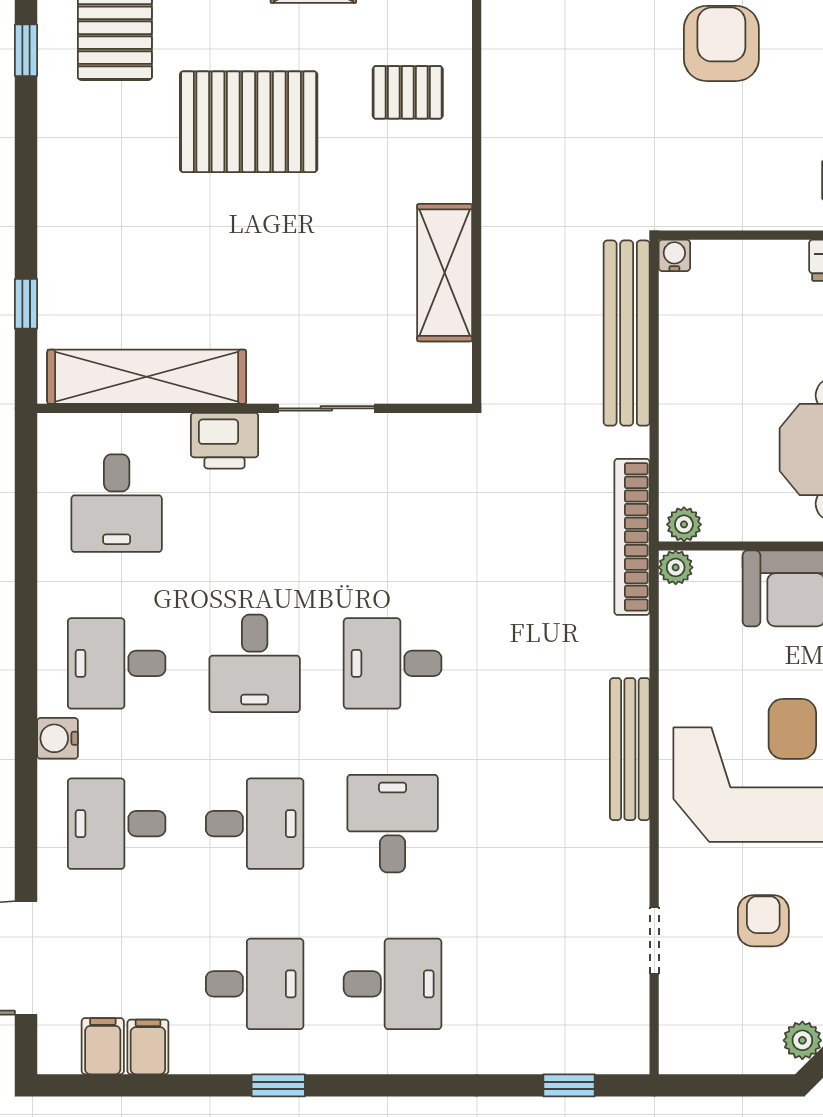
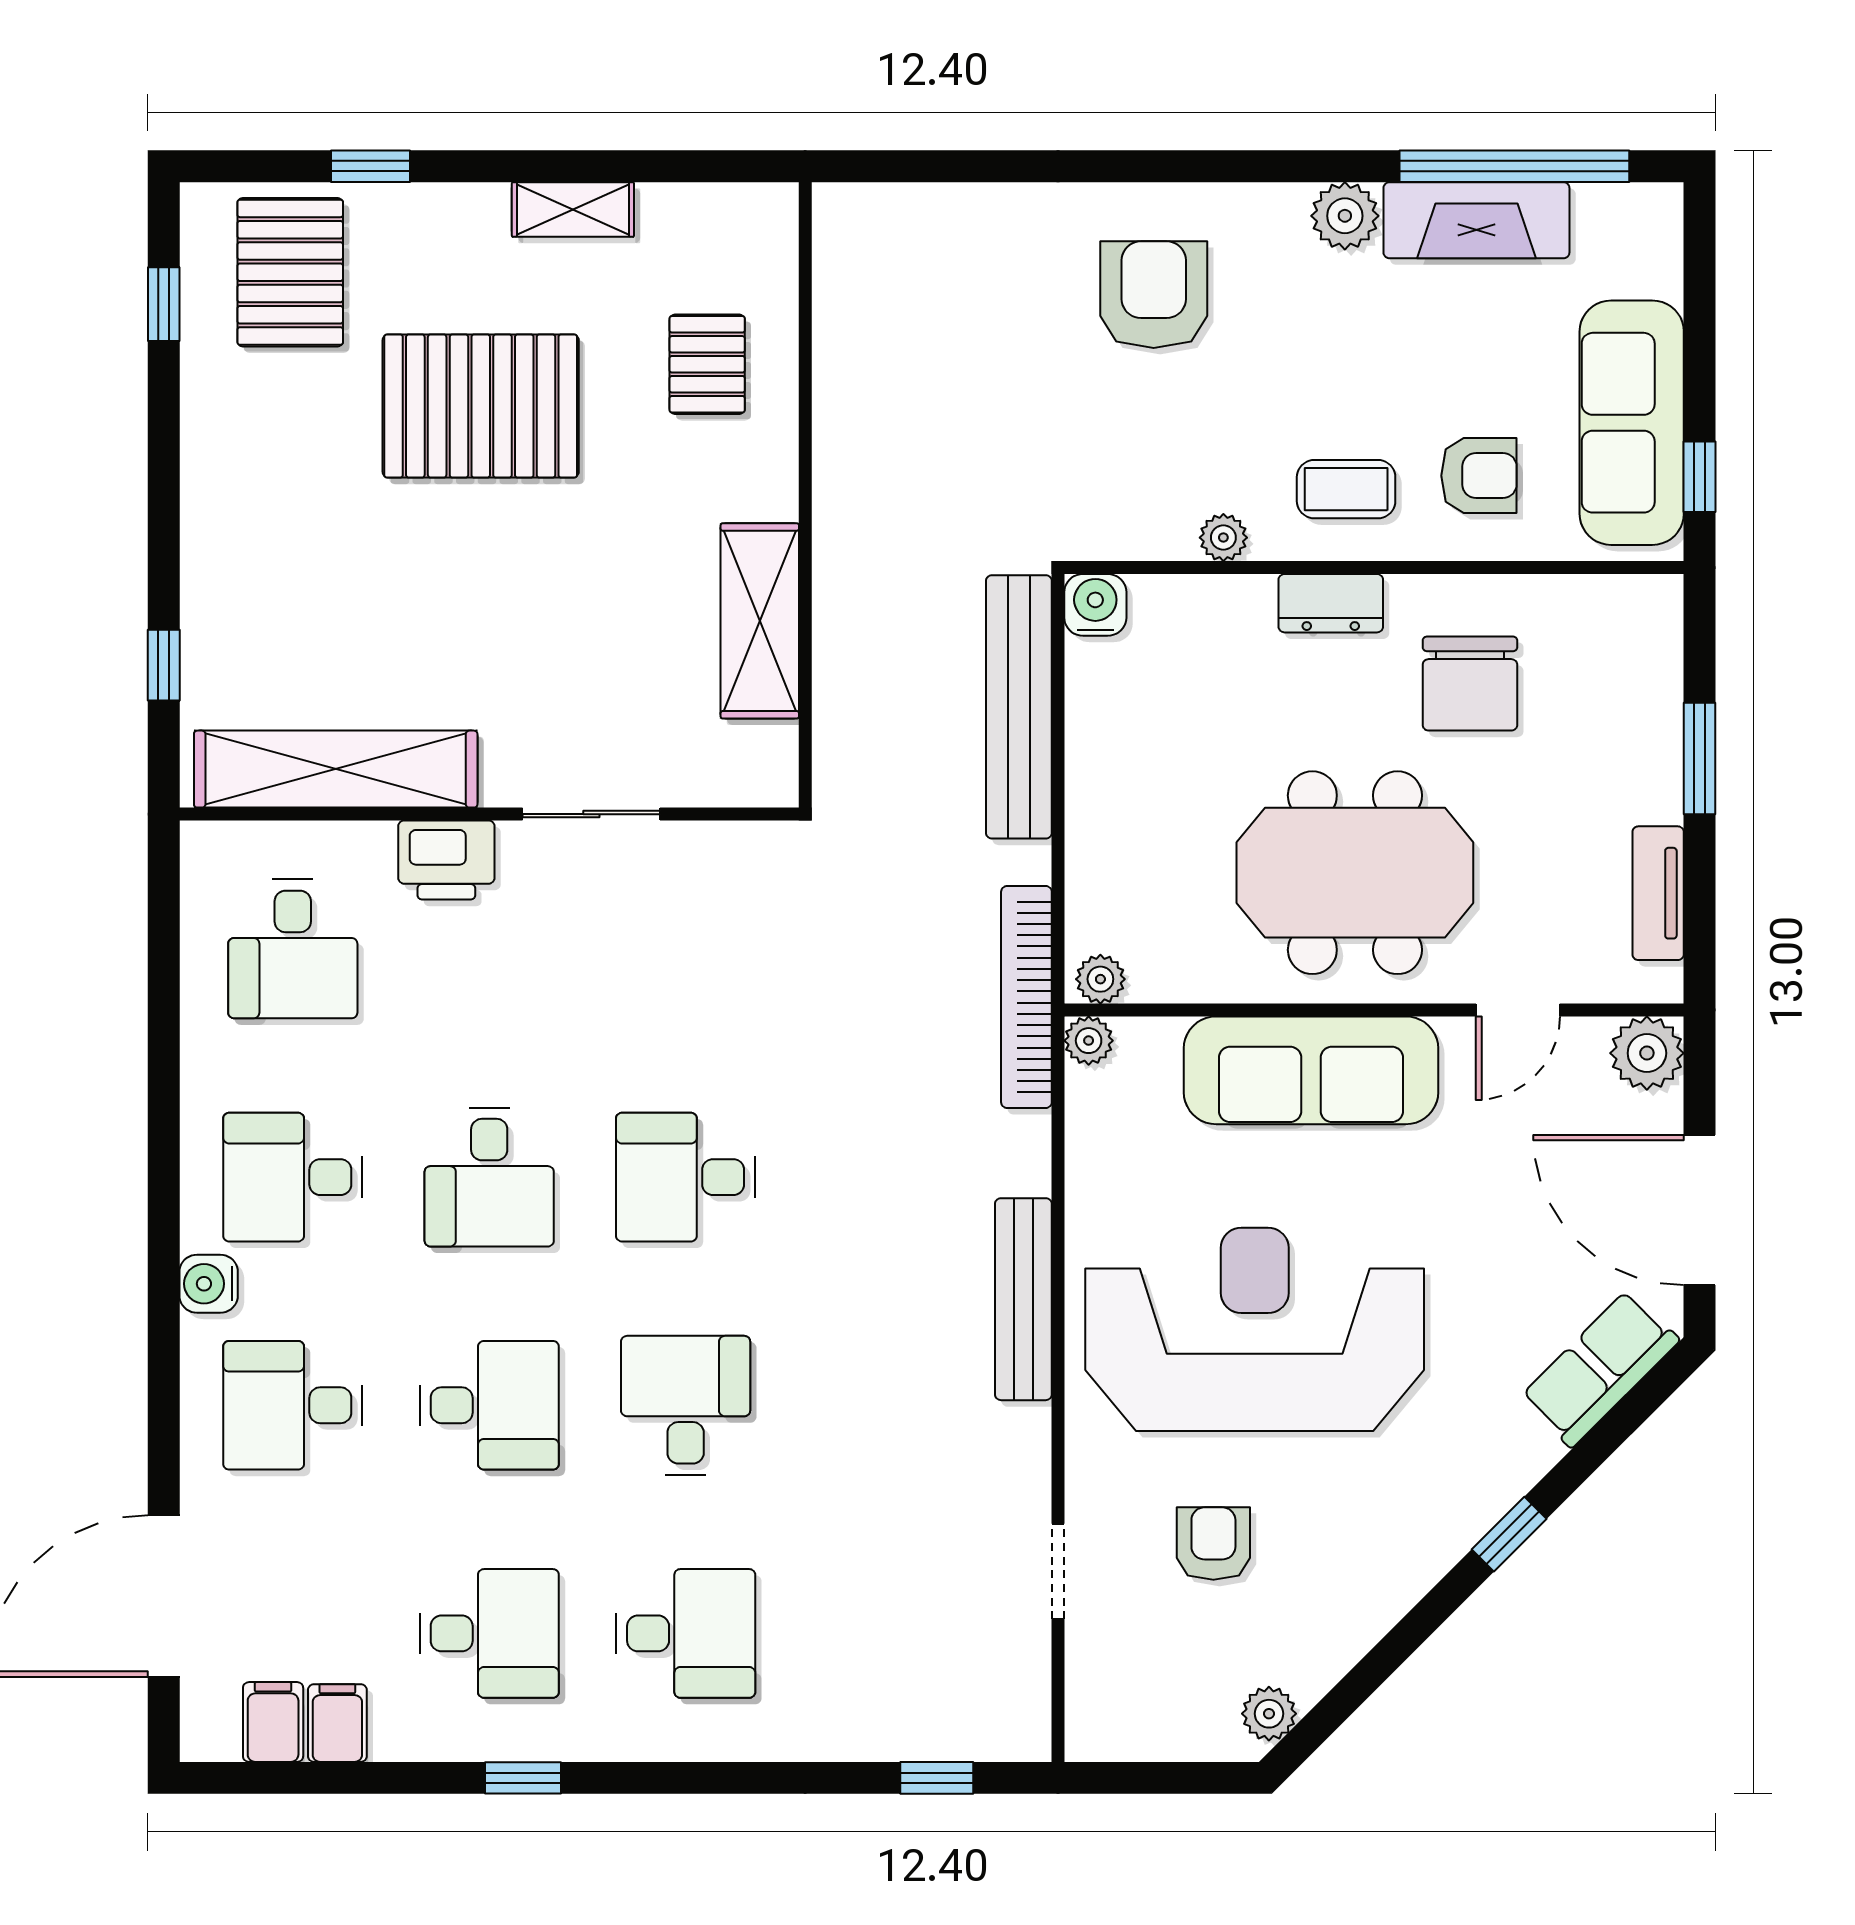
pallet: (408, 92) -> (707, 364), turned 90
plant: (770, 214) -> (1223, 538), added
water cooler: (674, 255) -> (1095, 605), width x1.38, depth x1.38

